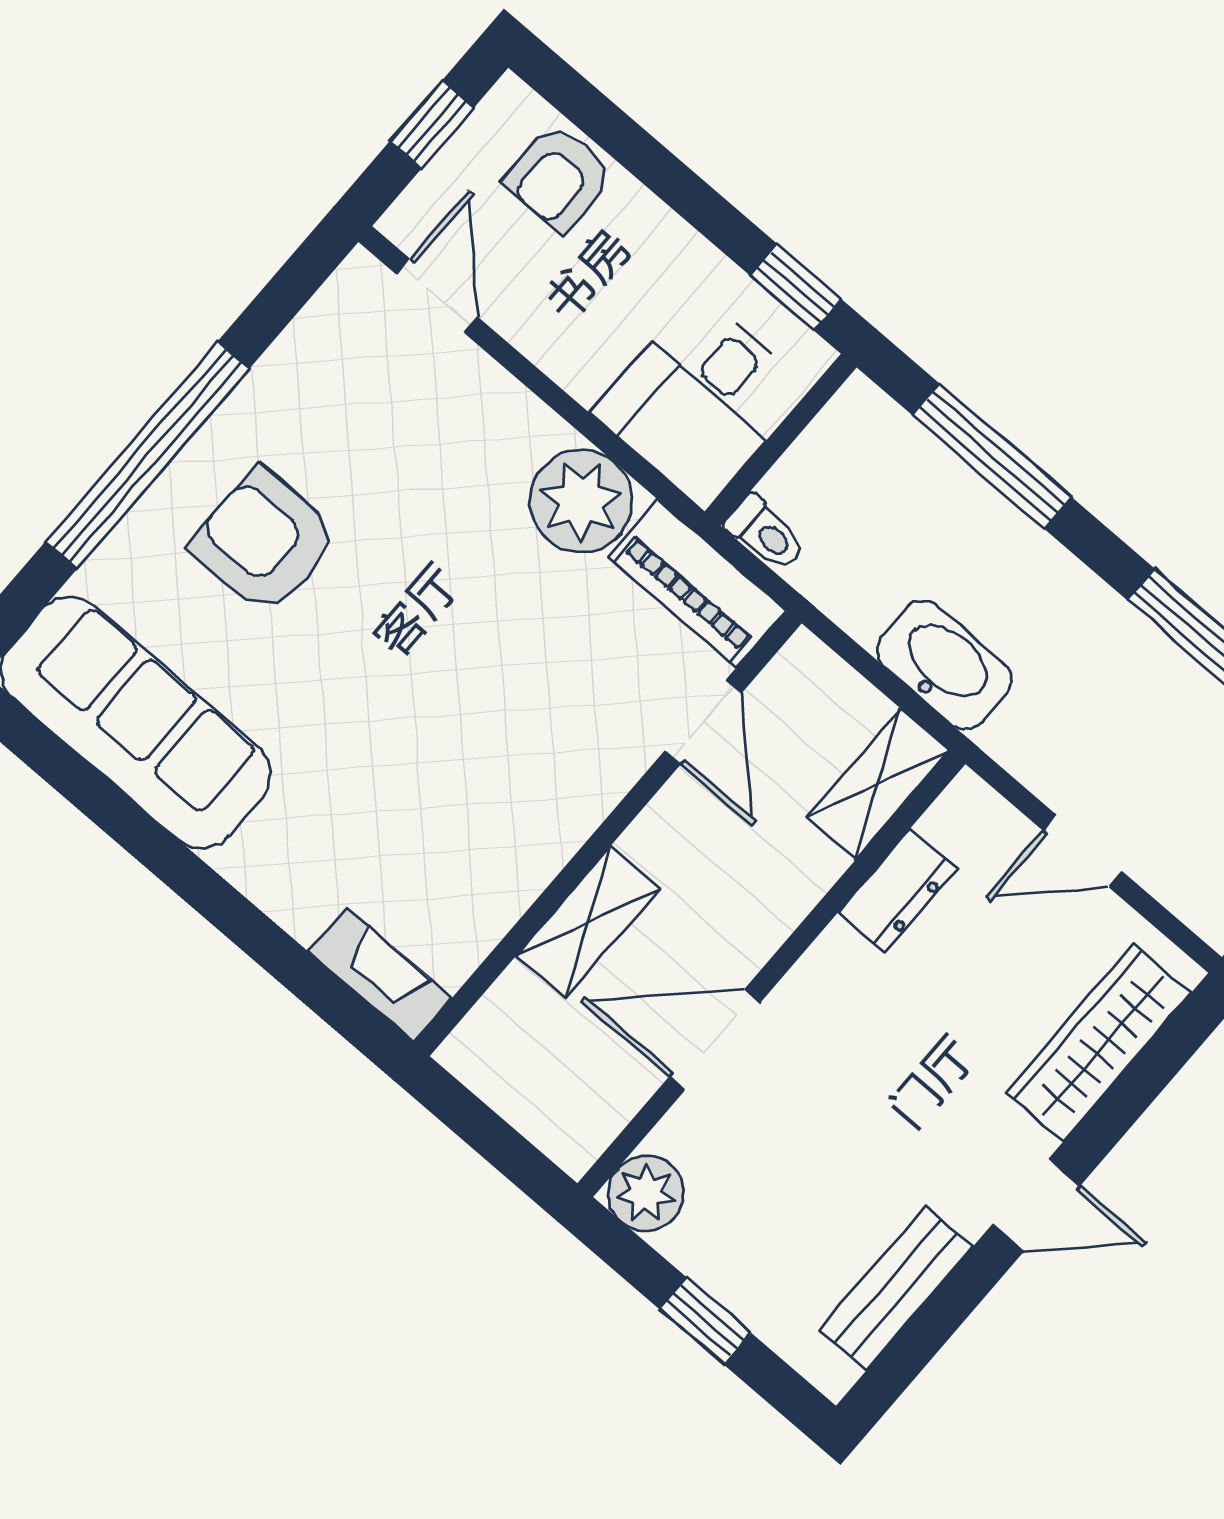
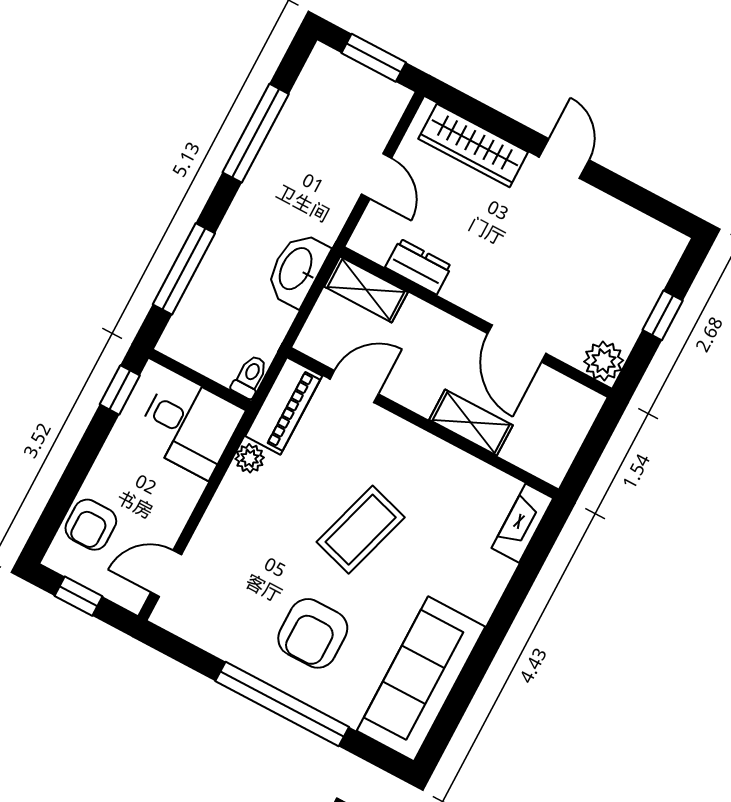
armchair: (559, 177) -> (91, 525), turned 90
plant: (581, 501) -> (250, 458), width x0.53, depth x0.53
coffee table: (436, 673) -> (361, 530), added
bench: (896, 1288) -> (623, 221), removed

